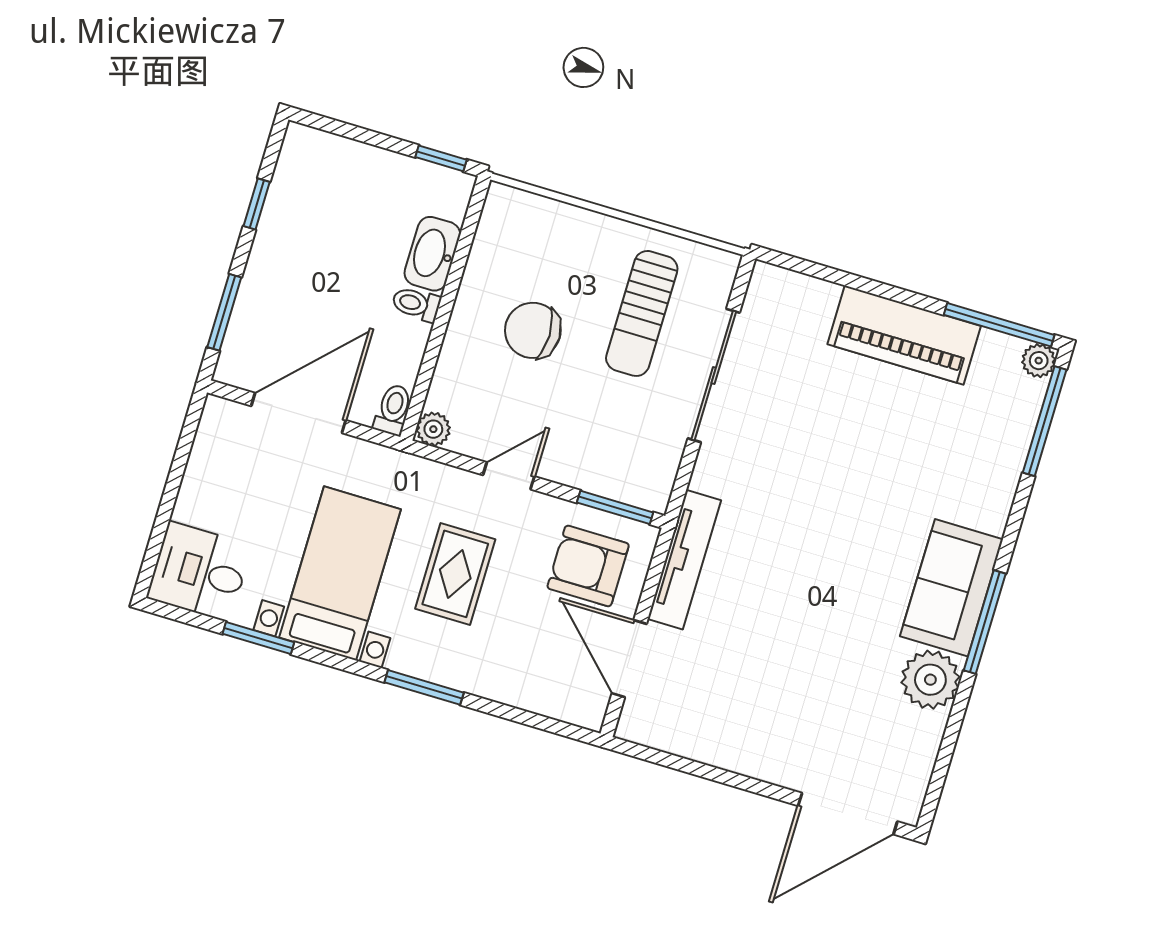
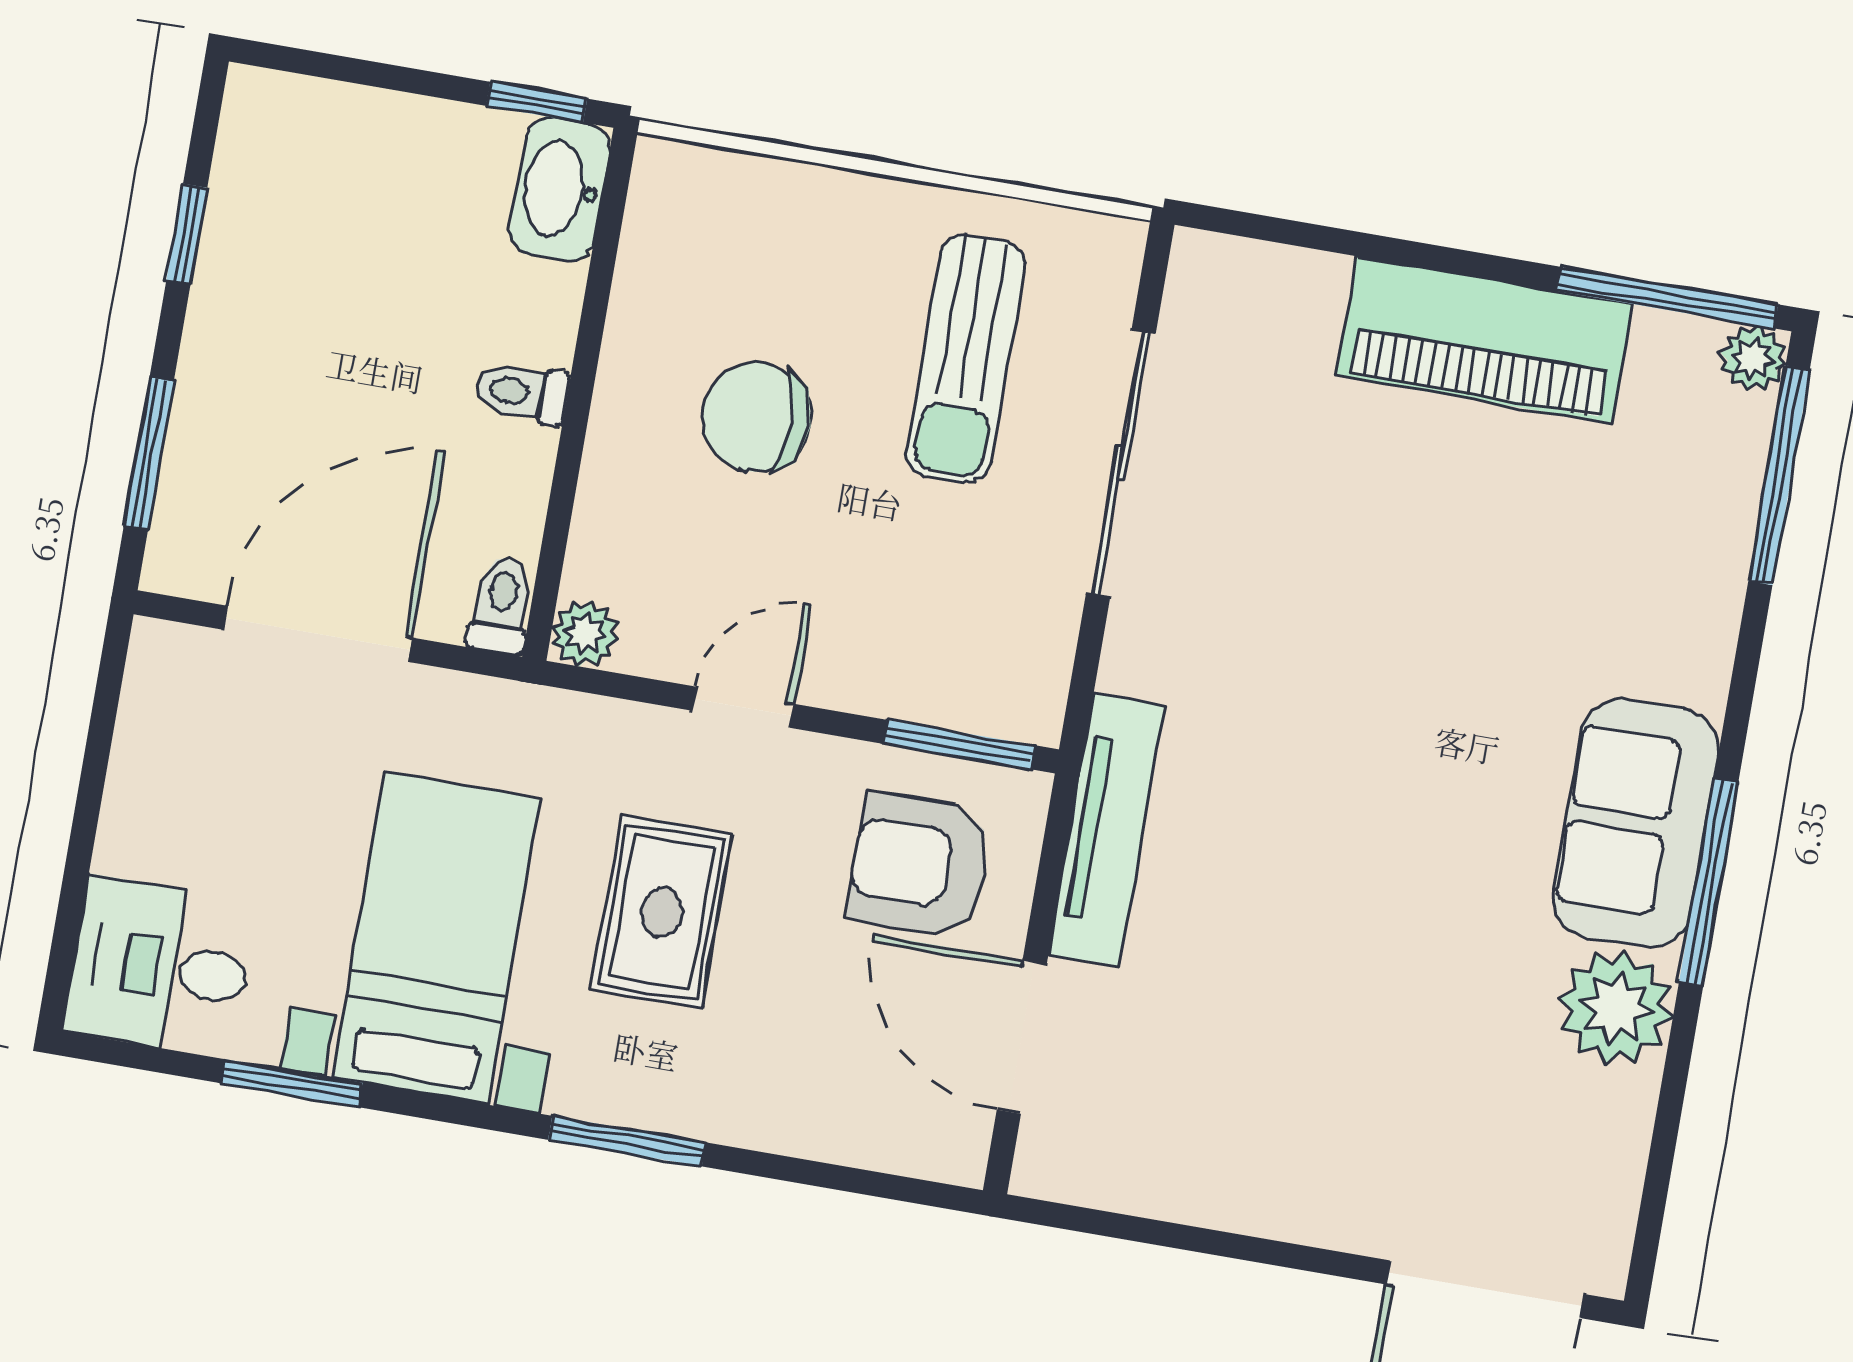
washbasin: (432, 254) -> (560, 189), moved

